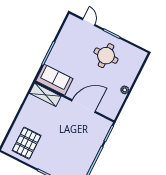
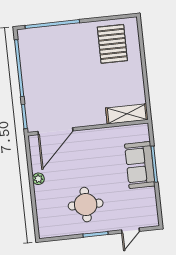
door: (89, 22) -> (131, 231), hinge flipped
sofa: (54, 80) -> (140, 165), moved, turned 90
door: (84, 106) -> (55, 131), moved

